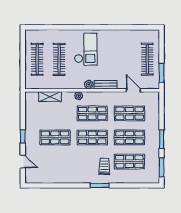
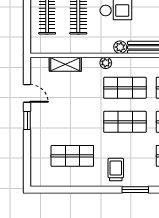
shop shelf: (55, 137) -> (72, 156), moved
door: (23, 161) -> (27, 93), moved
trolley: (104, 166) -> (116, 170), moved

